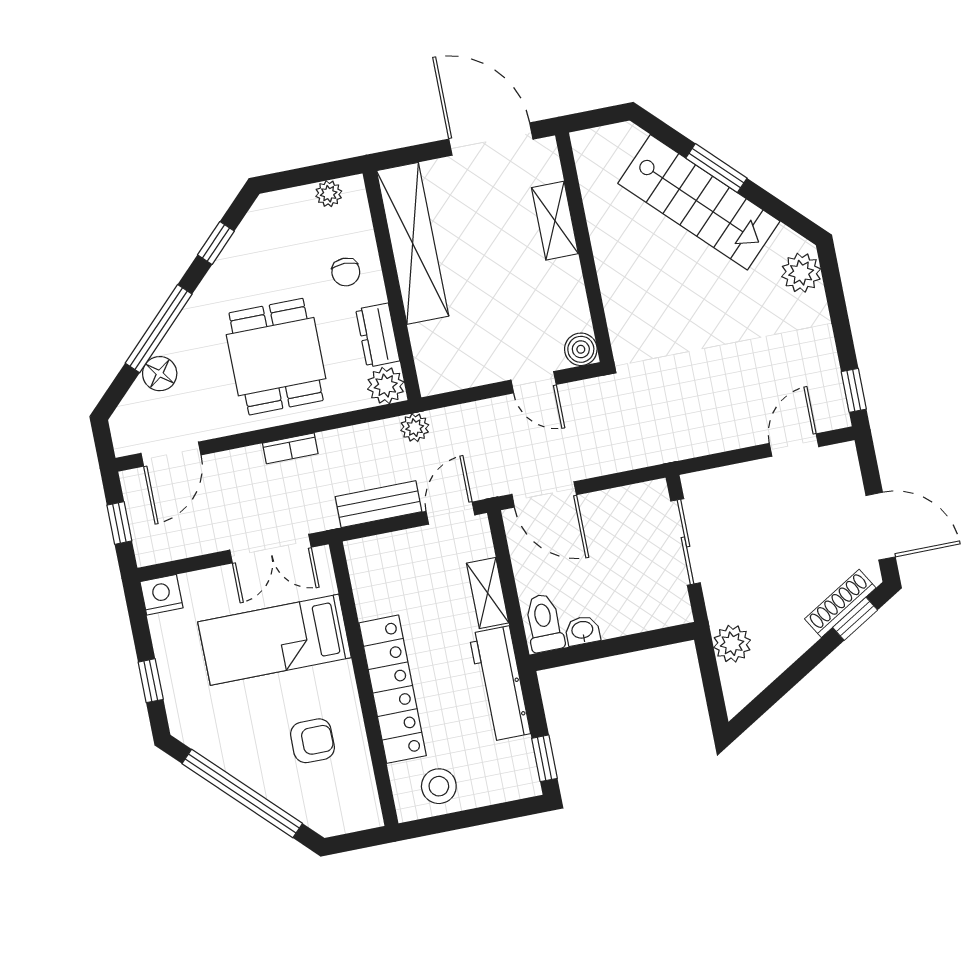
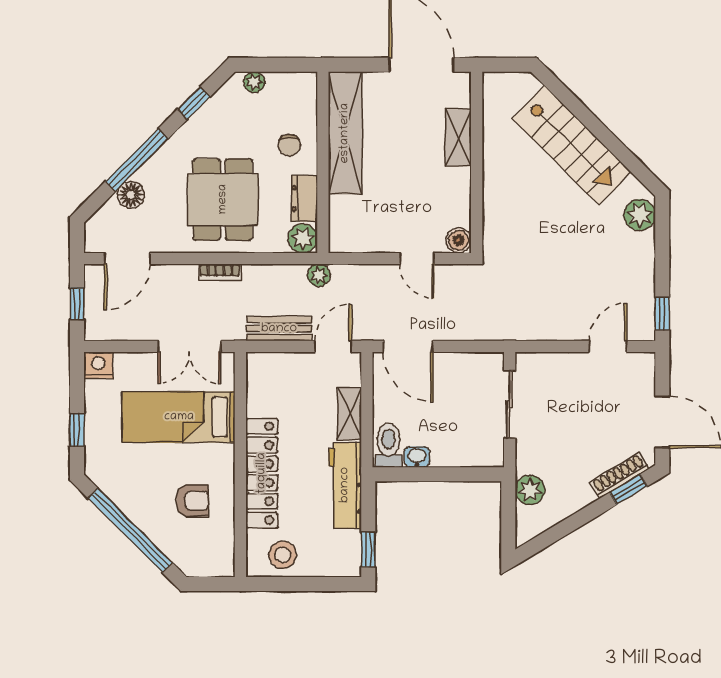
window: (716, 168) -> (590, 121), removed
plant: (329, 194) -> (254, 82), moved

